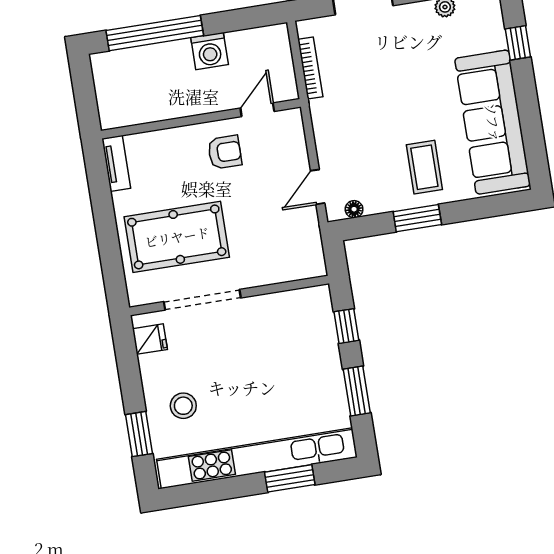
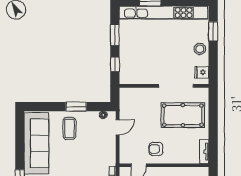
stool: (183, 406) -> (200, 49), moved

